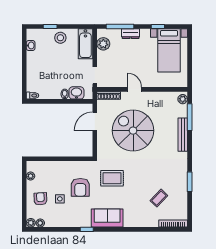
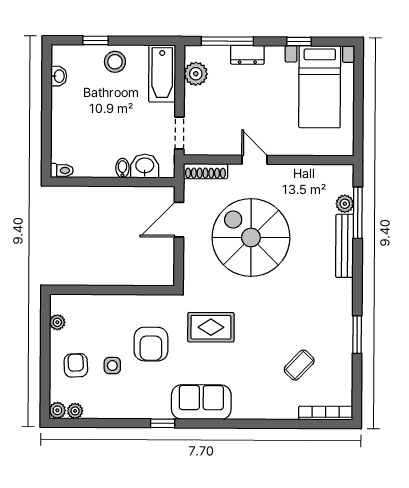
plant: (183, 99) -> (345, 204), moved

